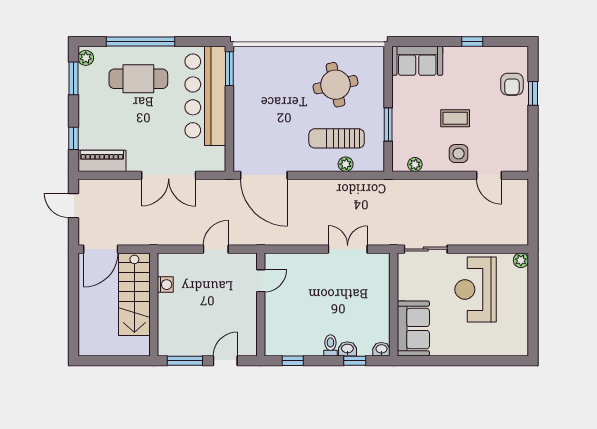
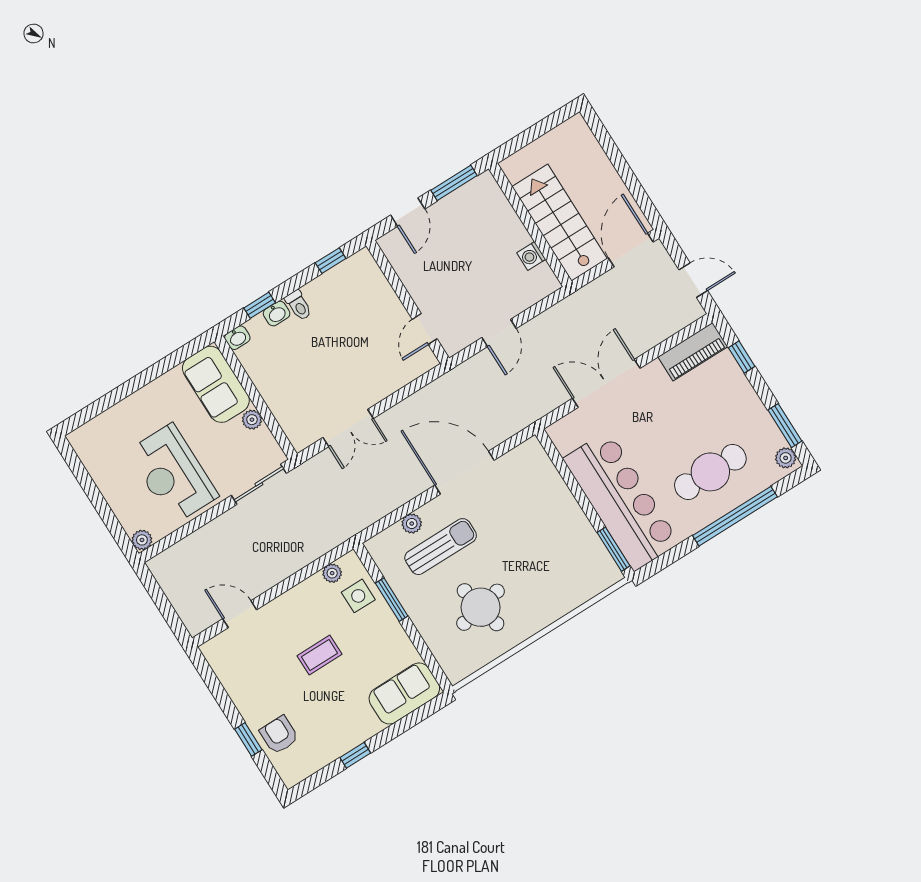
side table: (459, 154) -> (358, 596), moved
door: (264, 175) -> (464, 473), moved
reception desk: (476, 289) -> (173, 474), turned 180
plant: (405, 292) -> (252, 420), added

